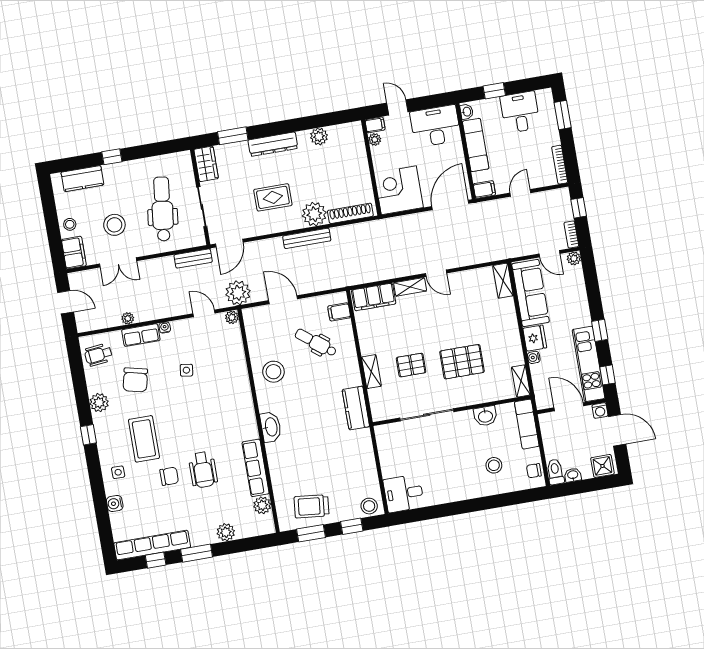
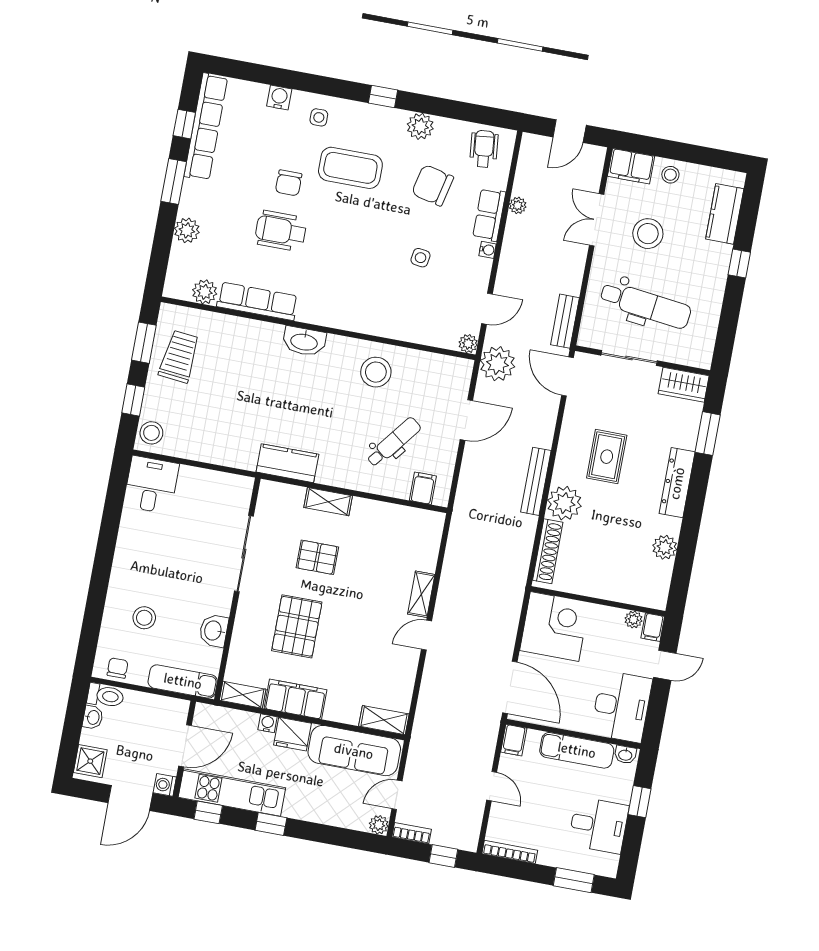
filing cabinet: (374, 297) -> (295, 699), moved, turned 90
pallet: (411, 365) -> (317, 557), turned 90

